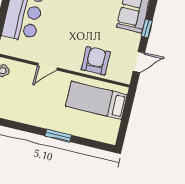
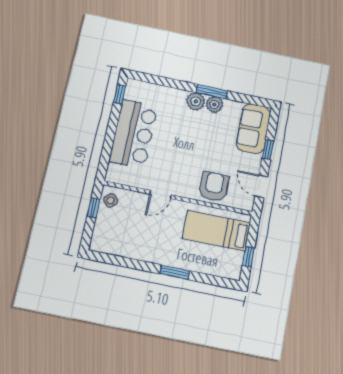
door: (139, 62) -> (261, 186), swing flipped
window: (124, 124) -> (248, 257), added

